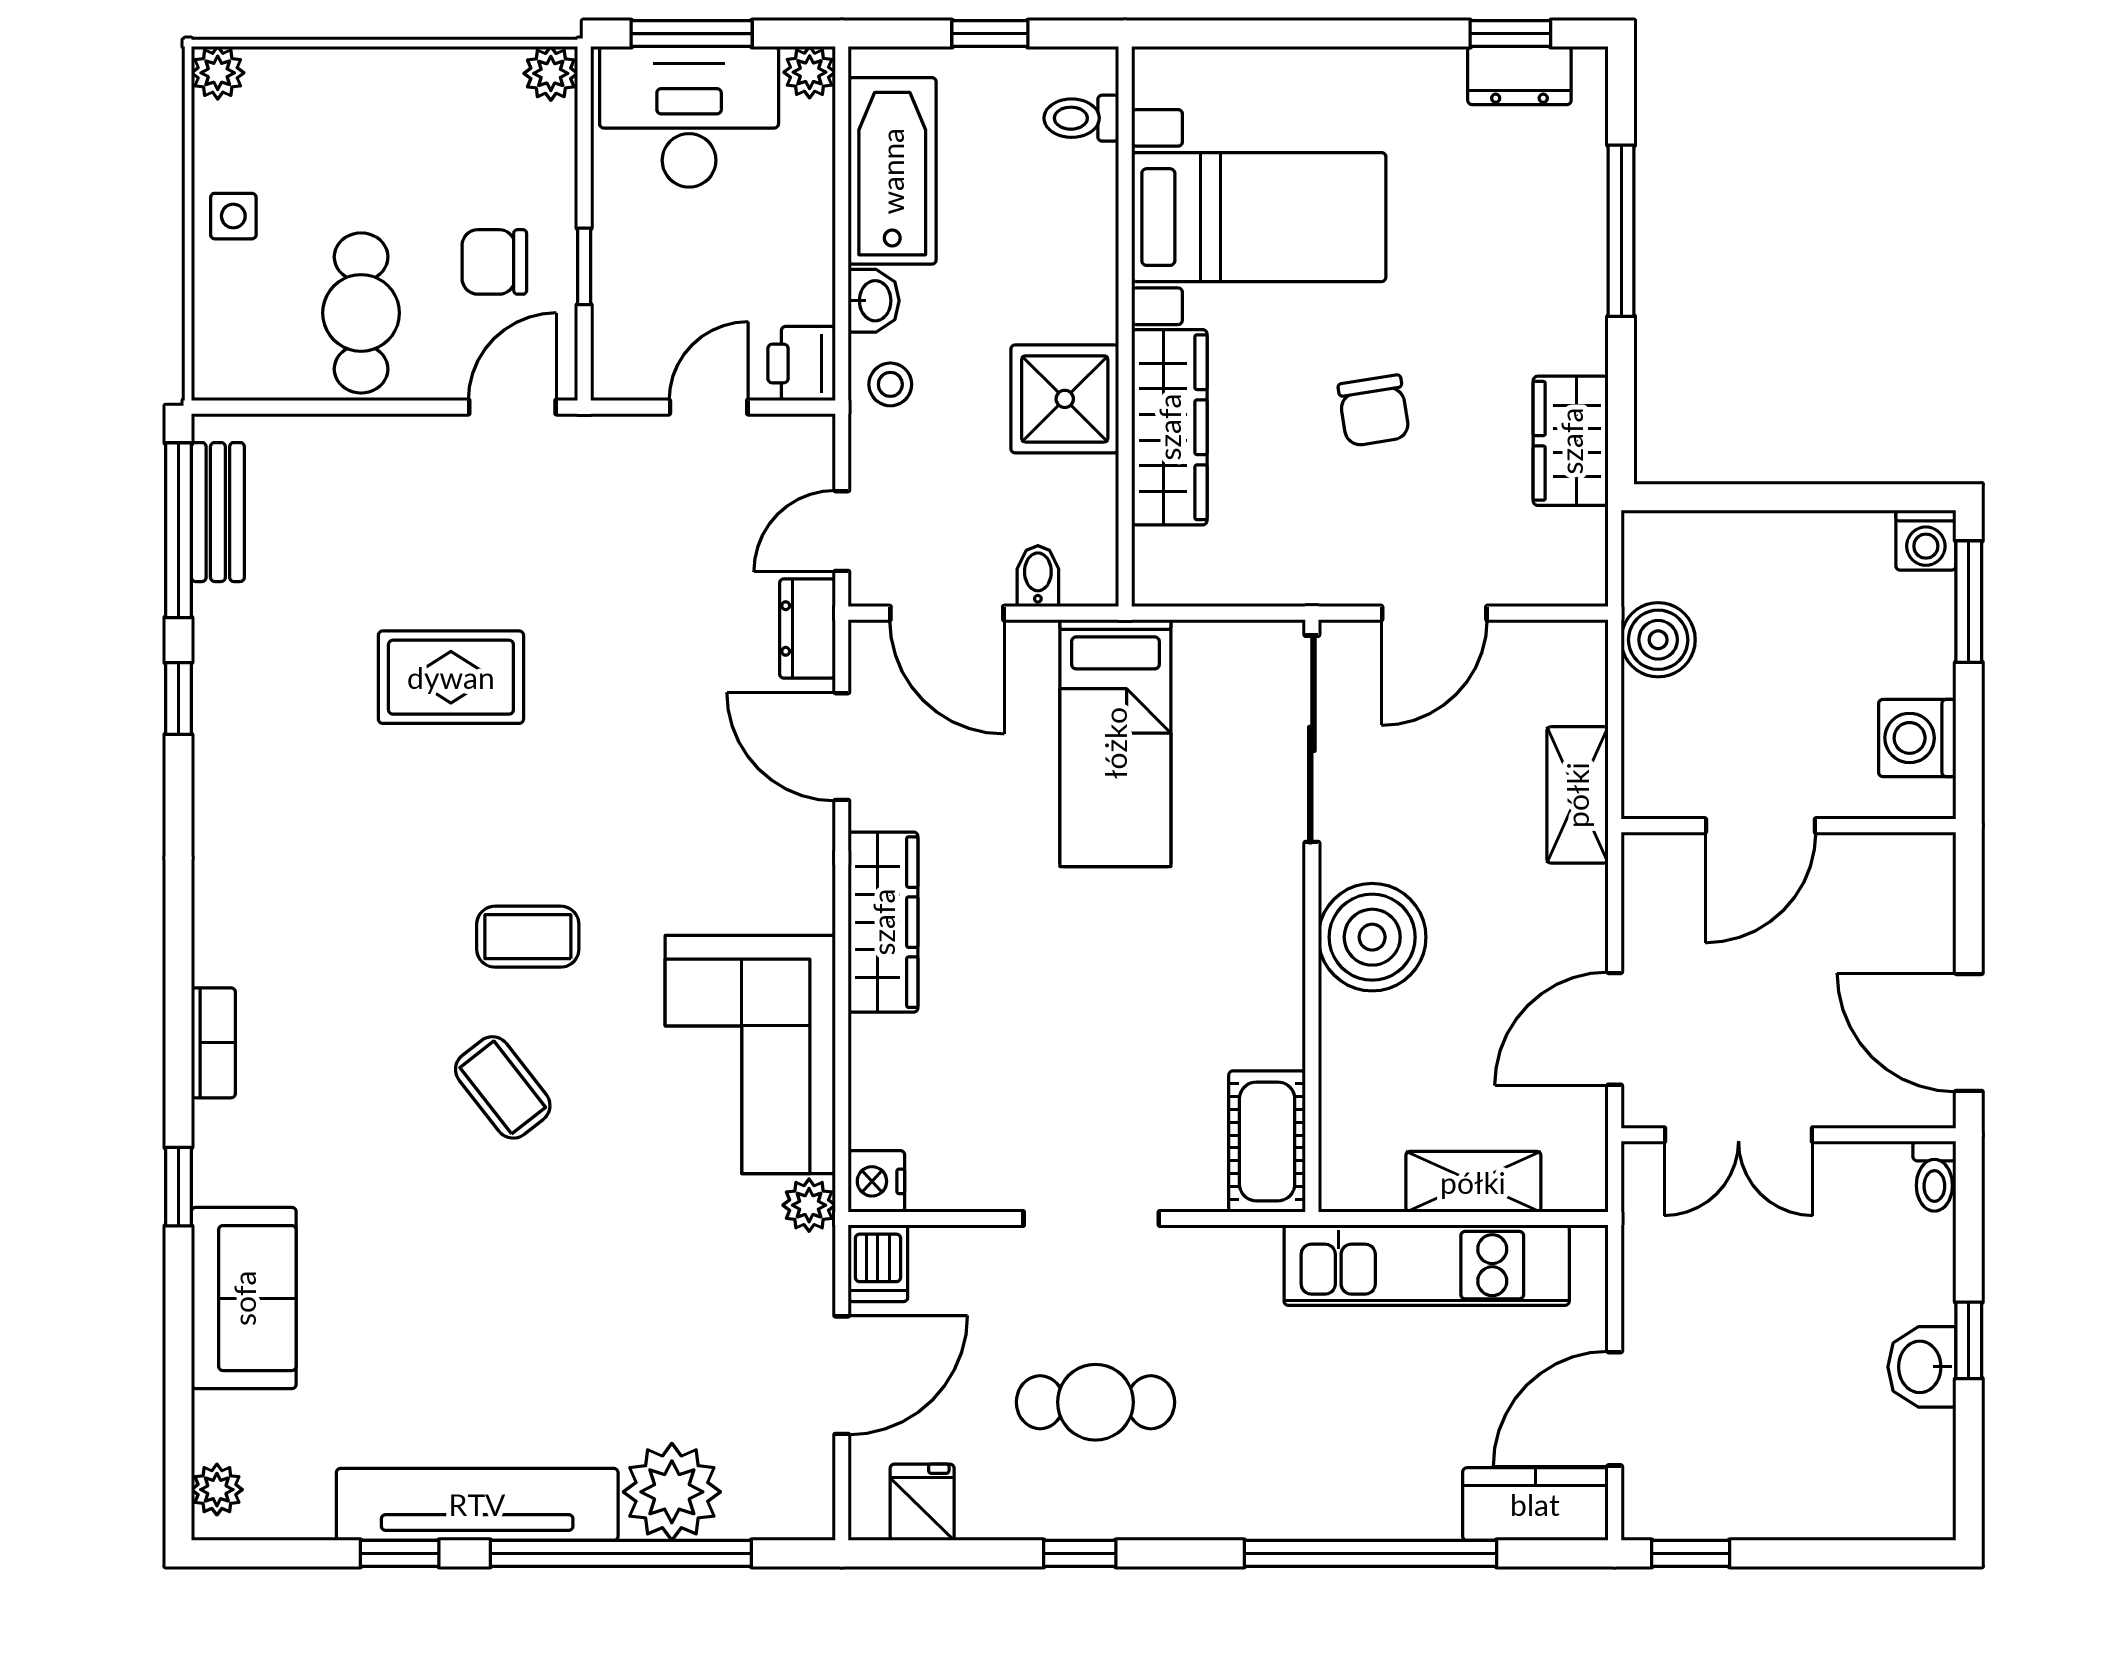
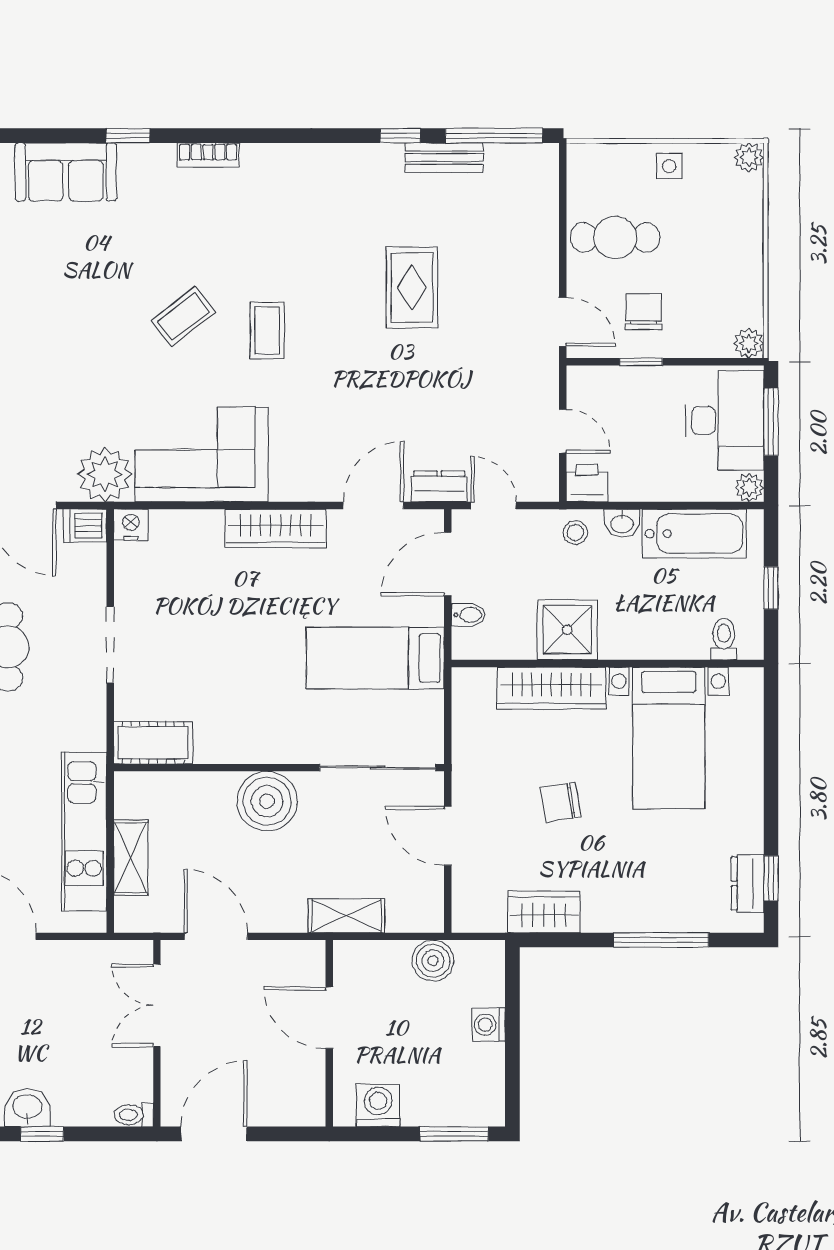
bench: (218, 512) -> (444, 158), moved
washing machine: (1926, 540) -> (488, 1025), moved
plant: (809, 1205) -> (105, 474), width x1.87, depth x1.87

